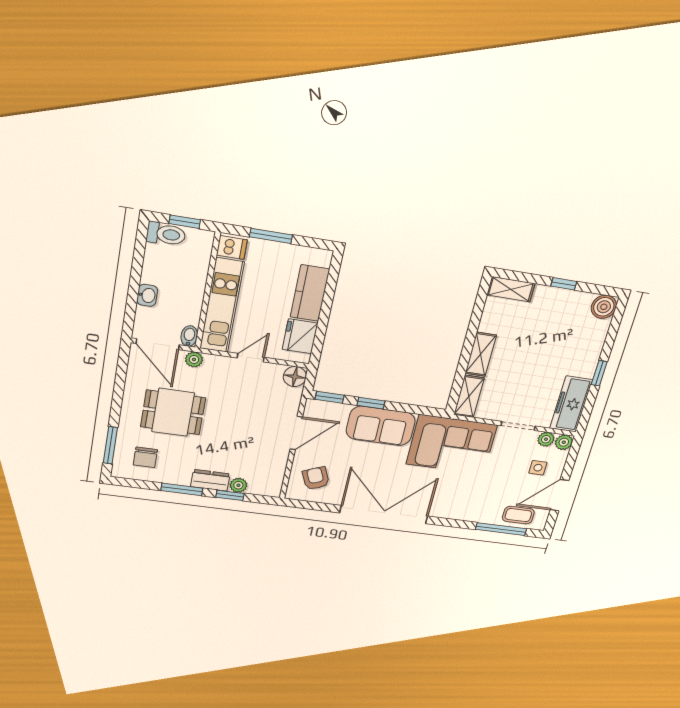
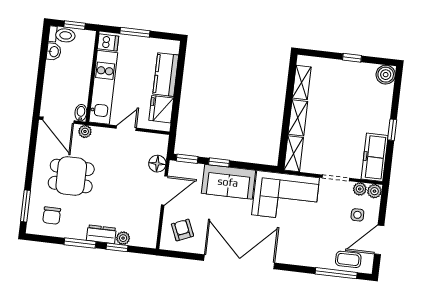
shelving: (511, 289) -> (302, 83), moved, turned 90
washbasin: (147, 295) -> (54, 52), moved
floor lamp: (295, 377) -> (157, 164), moved

